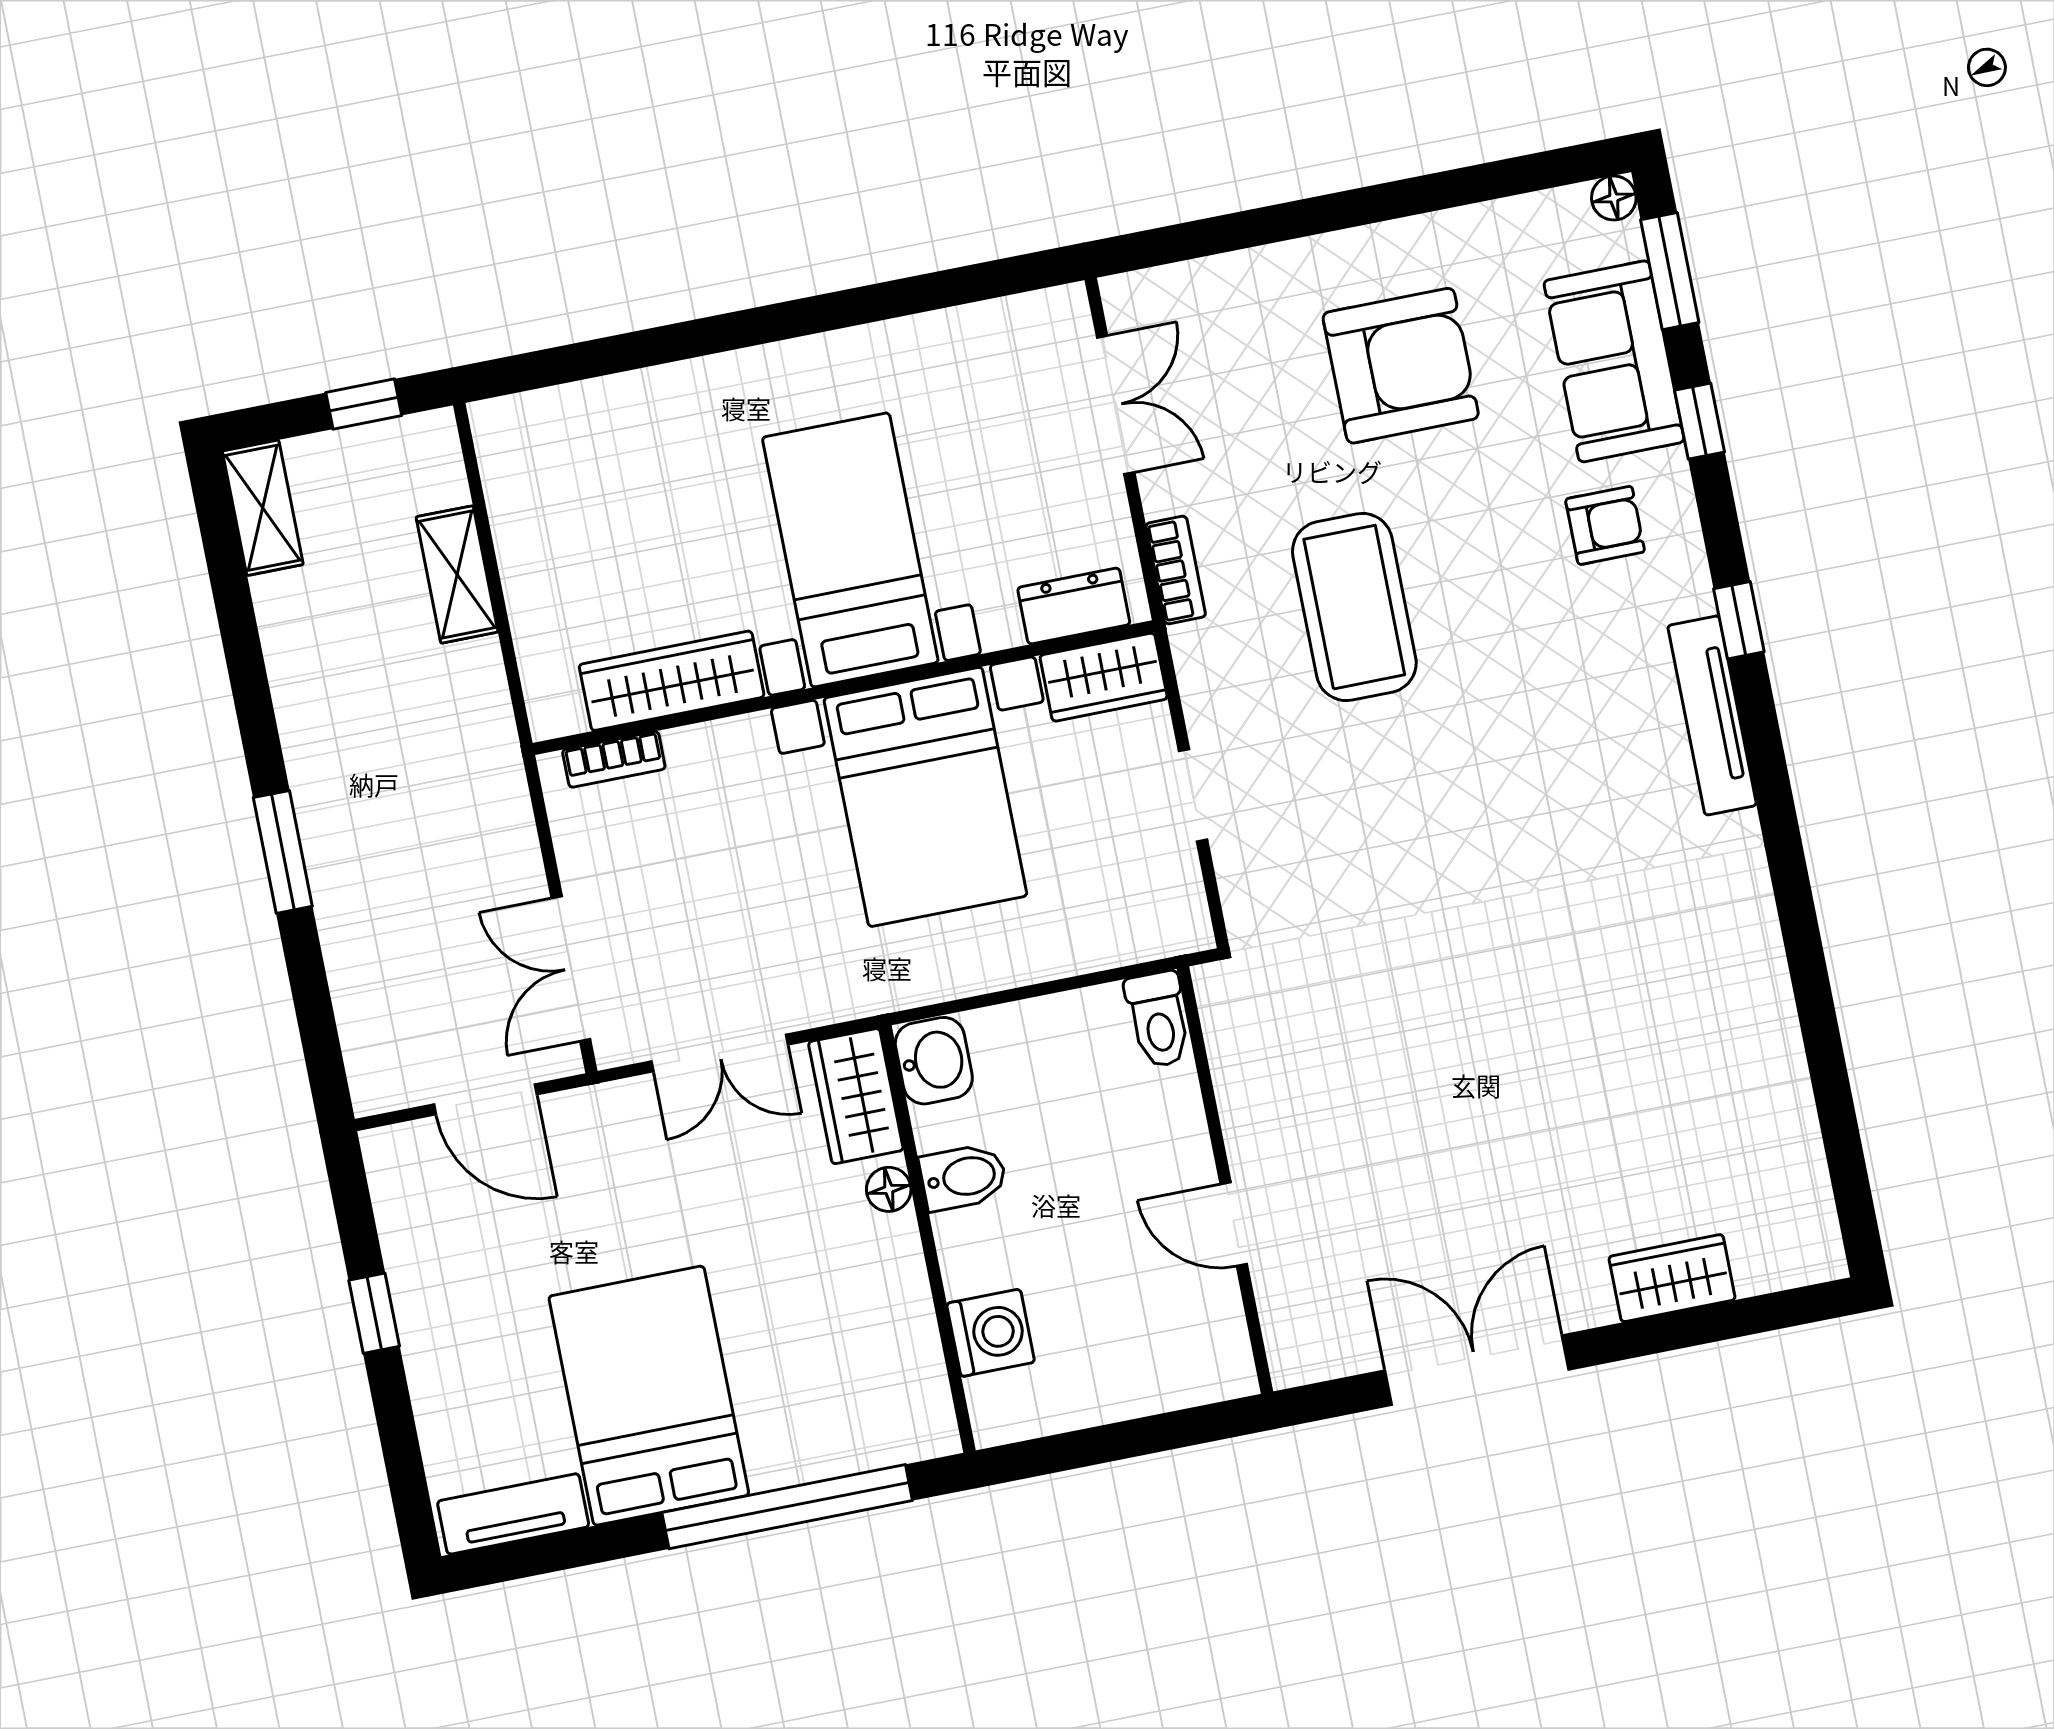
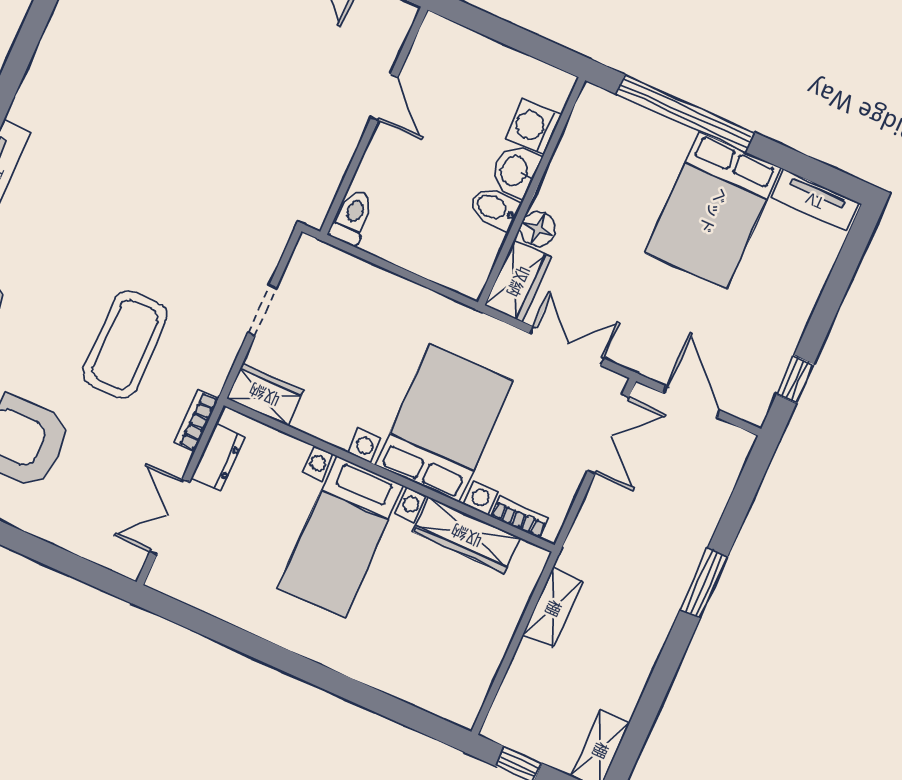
shelving: (457, 574) -> (553, 608), moved
dresser: (1074, 606) -> (218, 458), moved, turned -90
bed with nightstands: (925, 797) -> (444, 423), moved
washbasin: (934, 1061) -> (515, 171), moved
floor lamp: (889, 1189) -> (538, 229), width x1.37, depth x1.37
window: (374, 1313) -> (795, 379), moved

